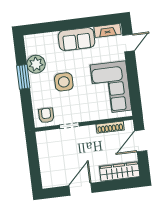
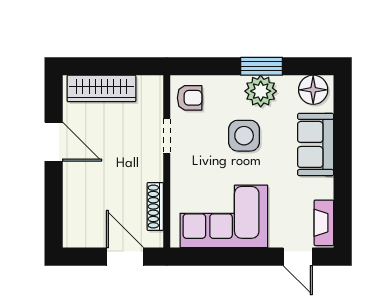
sofa: (76, 39) -> (316, 144), moved
floor lamp: (33, 46) -> (313, 90), added
plant: (36, 64) -> (261, 91), moved
wardrobe: (120, 172) -> (101, 88), moved, turned 90

